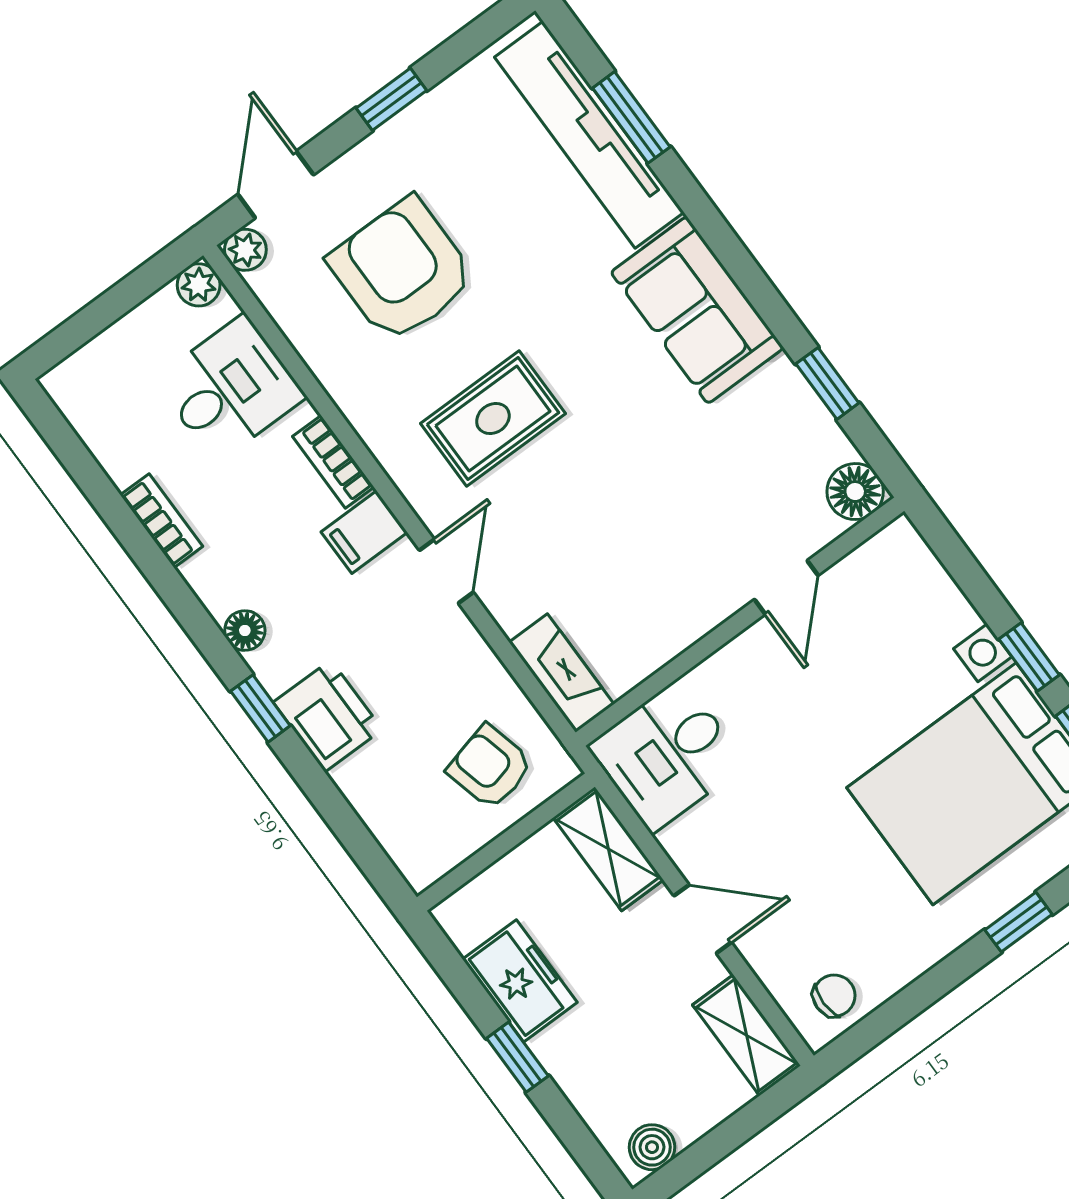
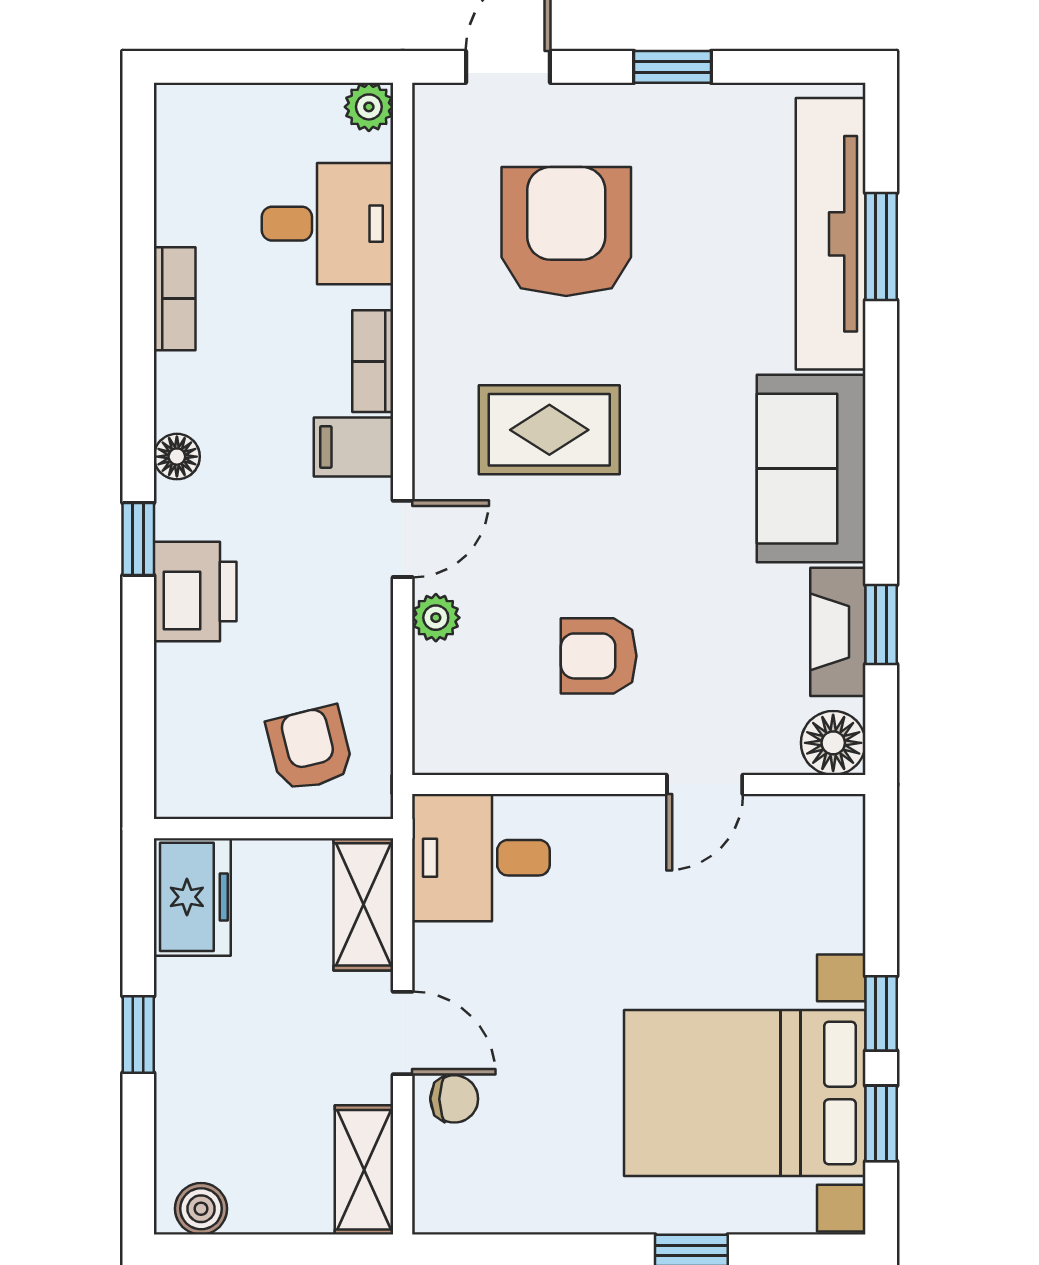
plant: (245, 250) -> (436, 618), moved
armchair: (645, 552) -> (599, 656), added
fireplace: (562, 673) -> (838, 632), moved, turned 180
freezer: (520, 981) -> (192, 897), moved
chair: (834, 996) -> (454, 1099), moved

